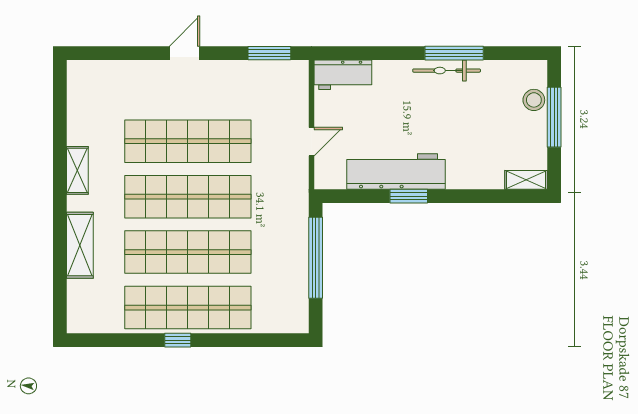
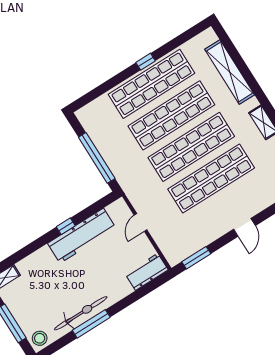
bicycle: (447, 71) -> (81, 313), width x1.37, depth x1.40
stool: (534, 100) -> (40, 338), moved
window: (409, 196) -> (66, 226), width x0.67
shelving: (80, 245) -> (230, 72), width x1.47

